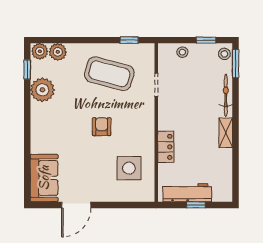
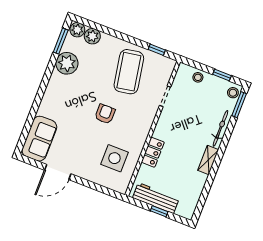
window: (27, 70) -> (61, 41), width x1.50
coffee table: (109, 74) -> (129, 72), turned 65

